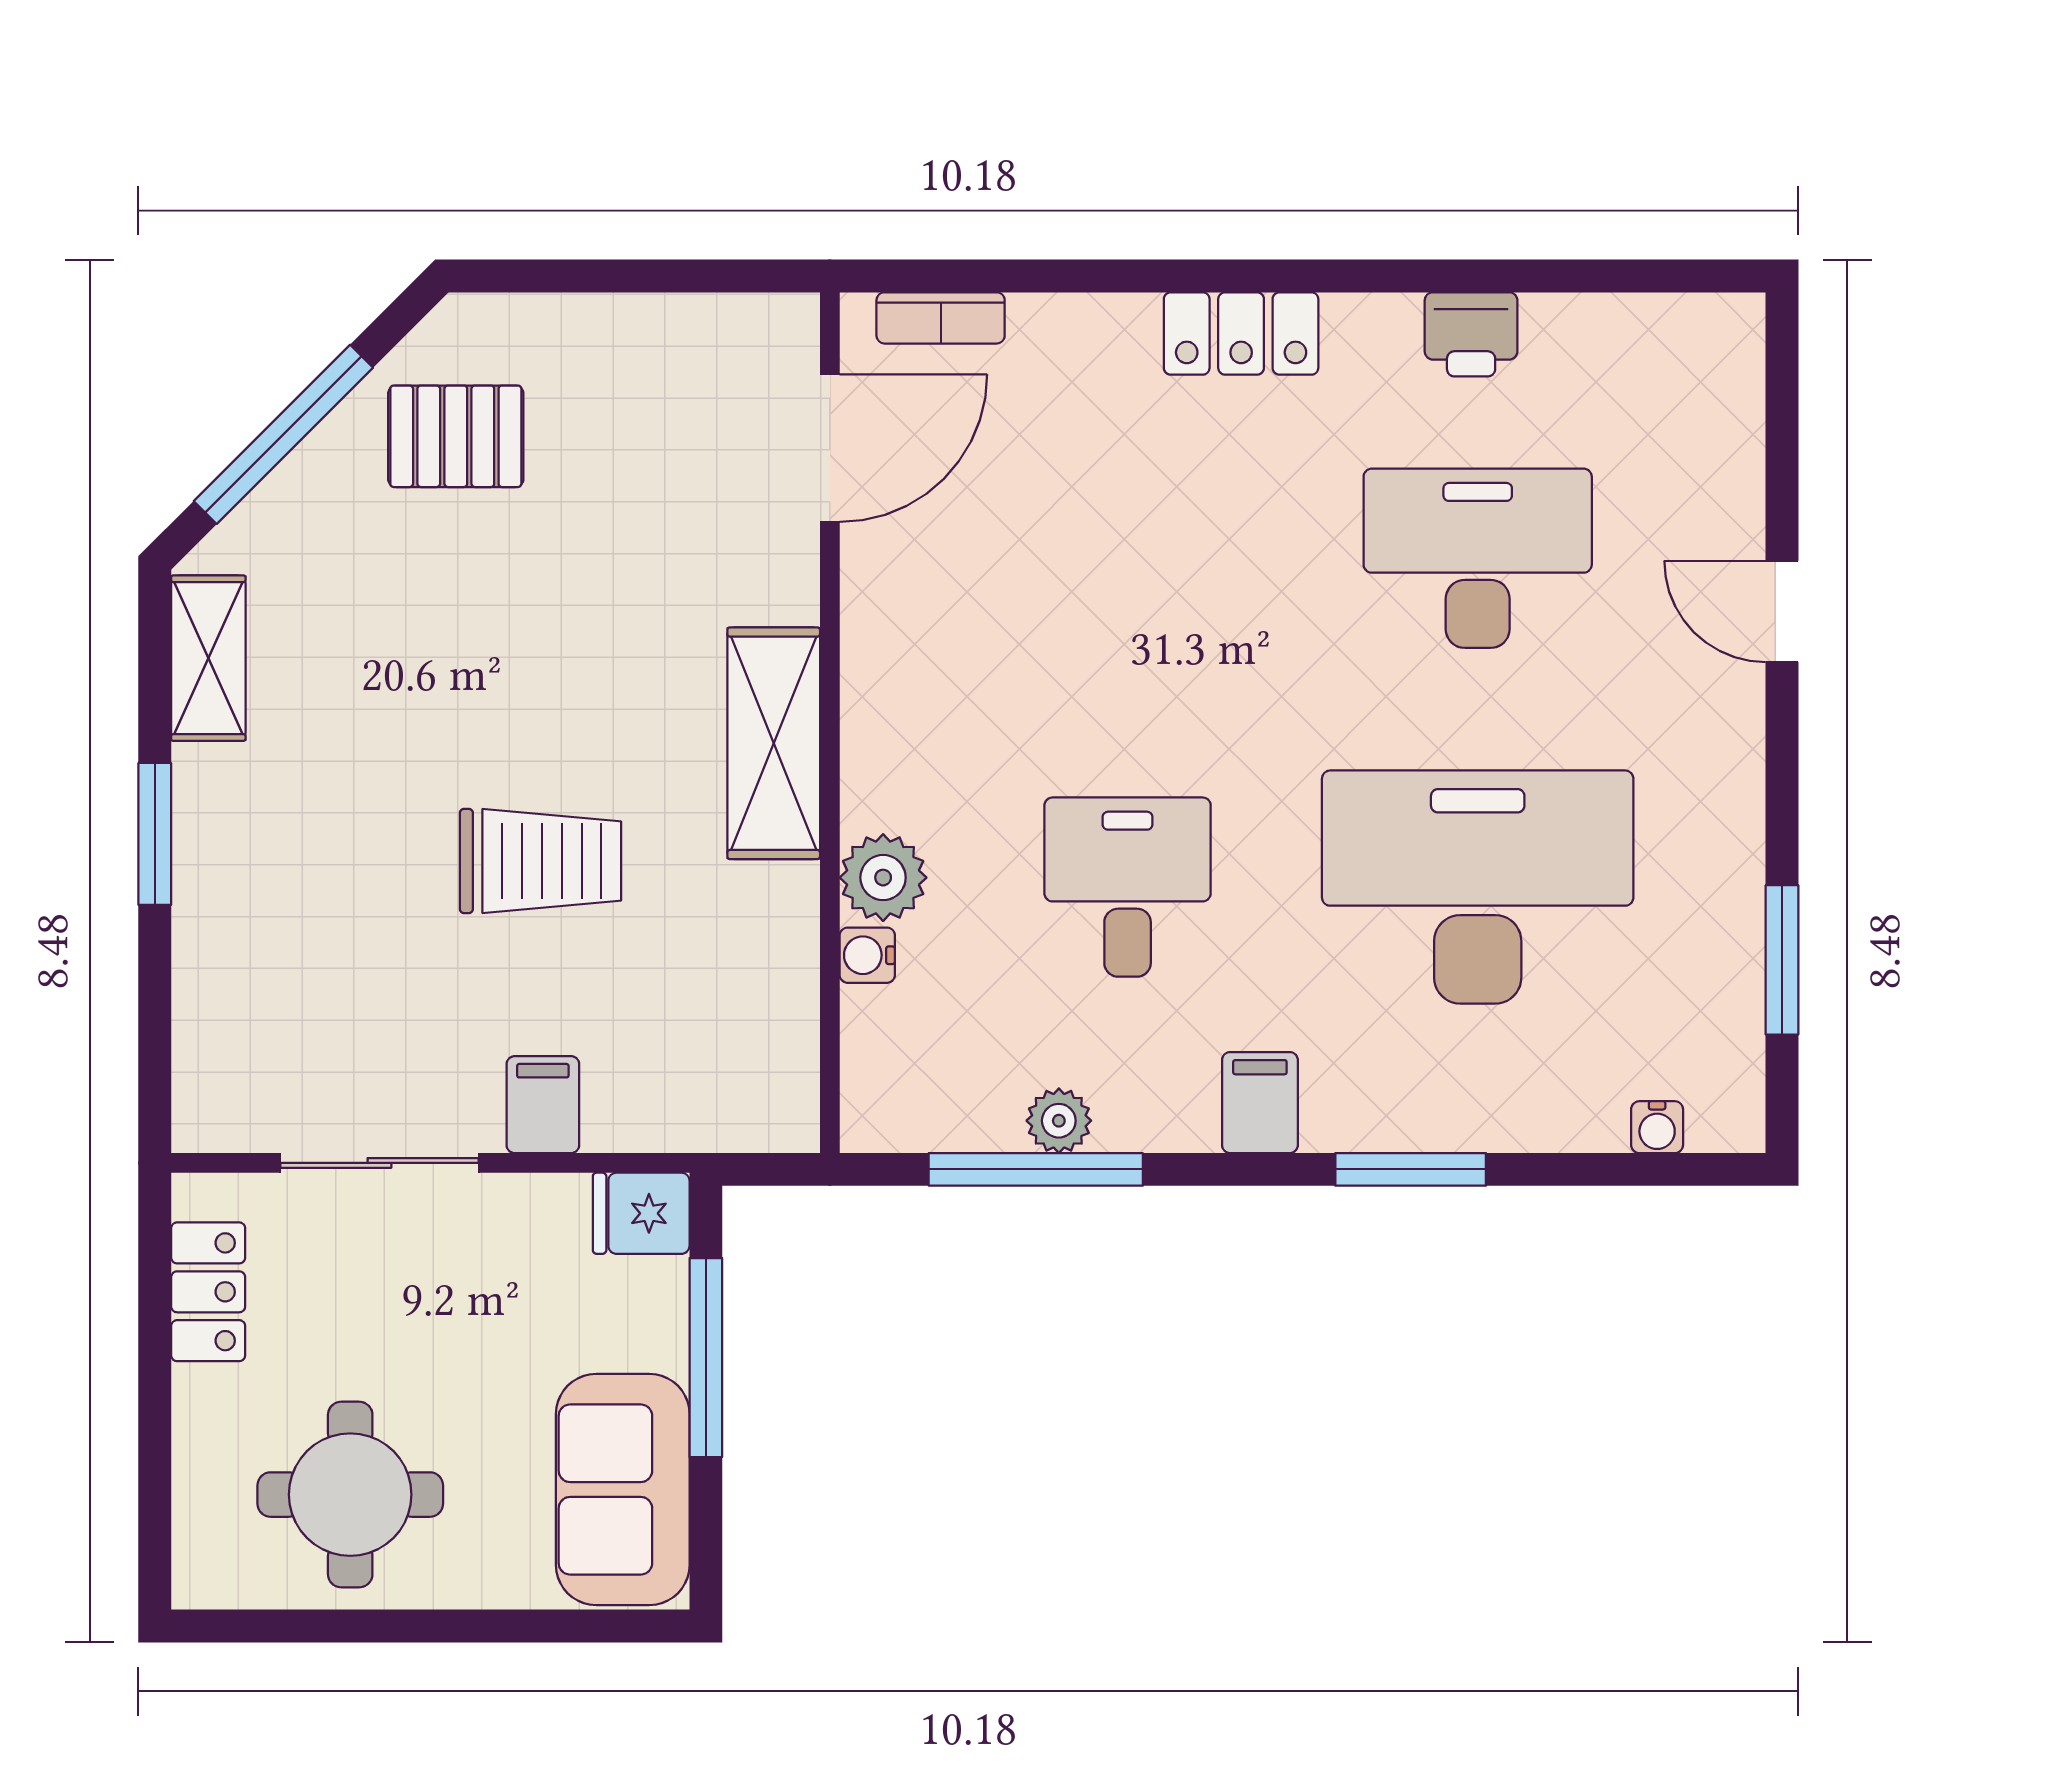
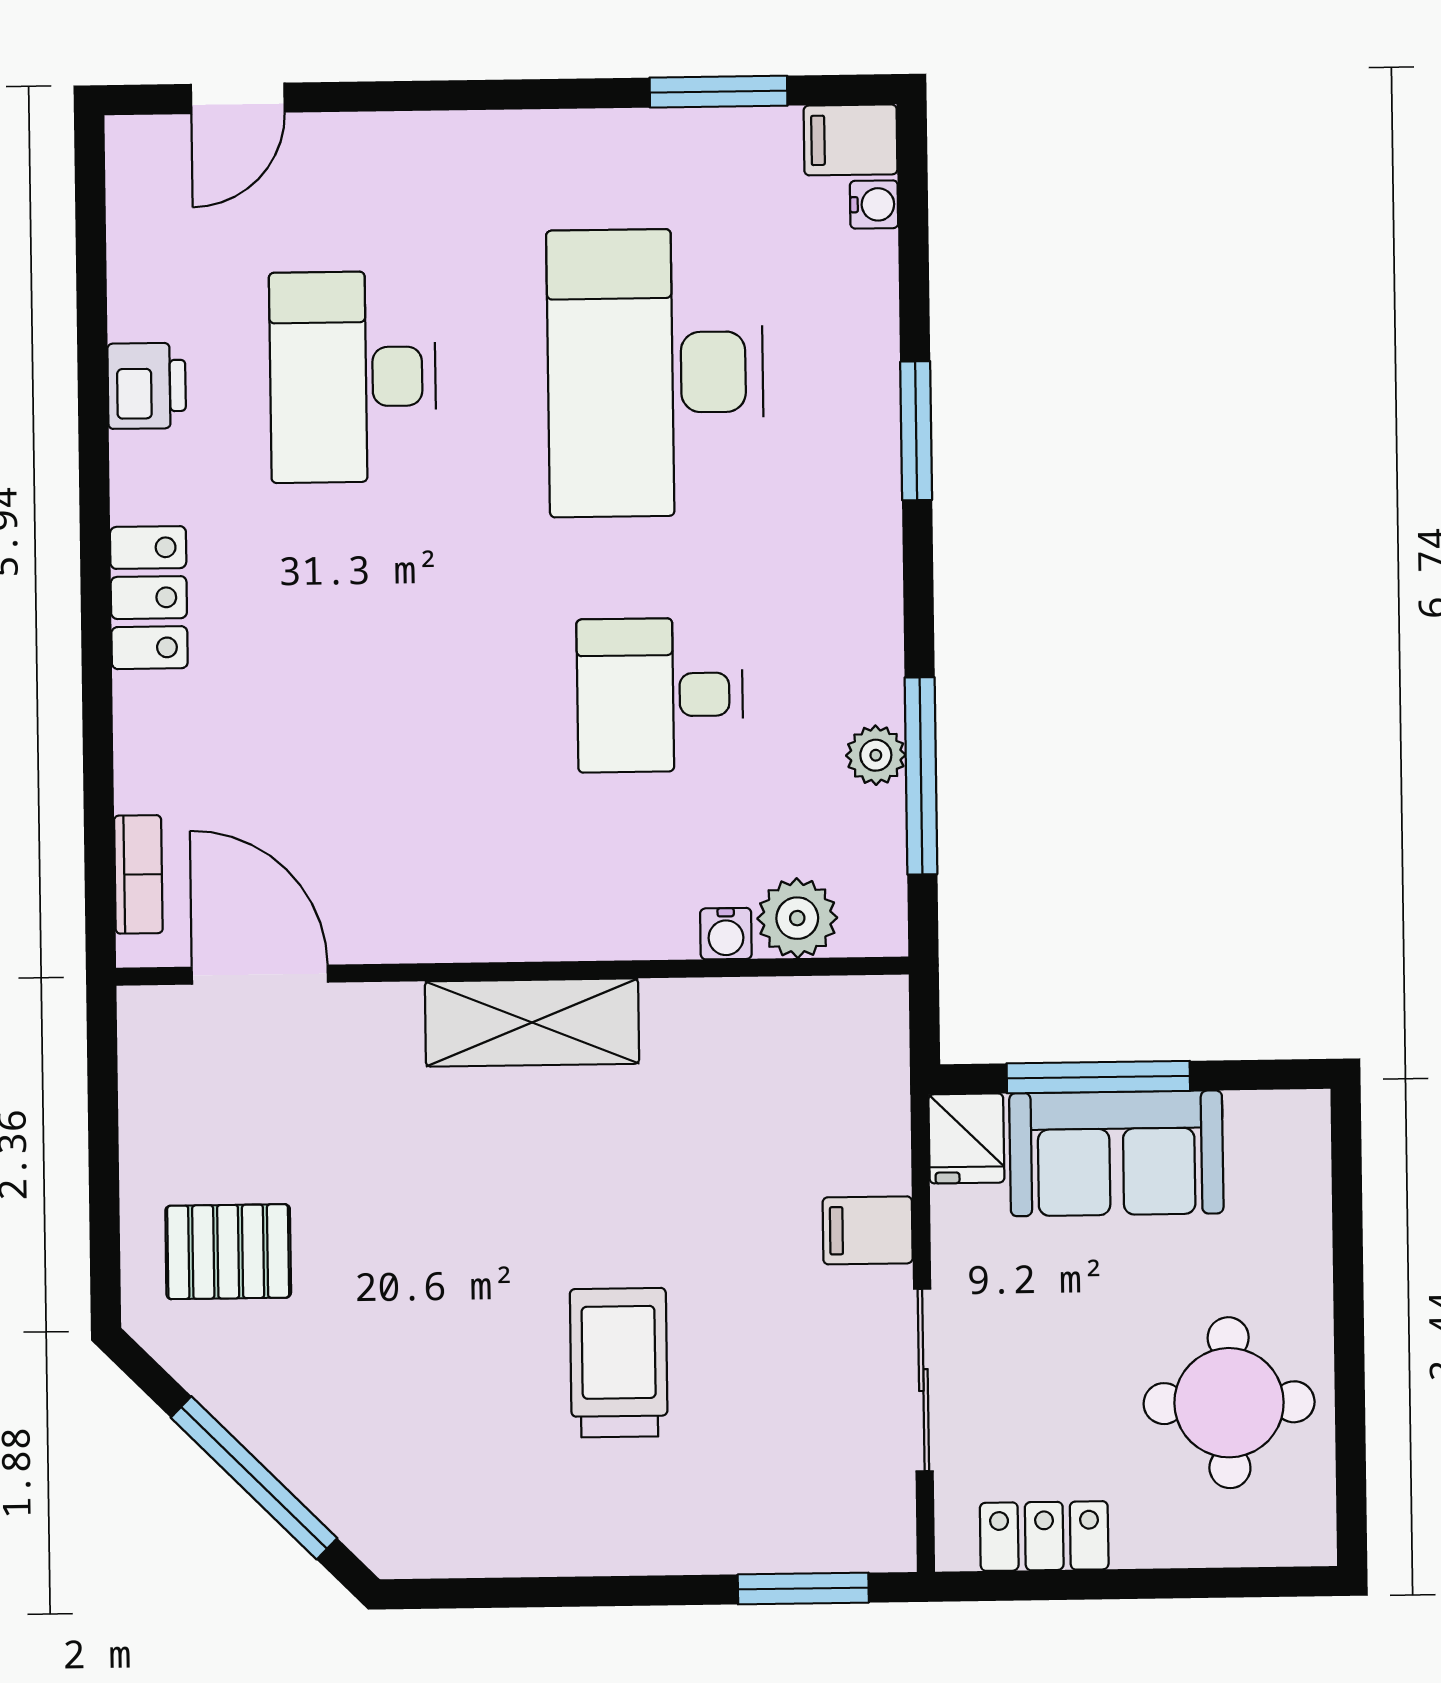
pallet: (456, 436) -> (228, 1252), moved, turned 90
door: (1782, 611) -> (238, 98), moved
shelving: (208, 658) -> (461, 1544), removed
window: (155, 834) -> (803, 1589), moved
trolley: (541, 861) -> (619, 1363), moved
plant: (883, 878) -> (797, 918), moved
filing cabinet: (1260, 1103) -> (851, 140), moved
sofa: (623, 1490) -> (1116, 1153), moved

